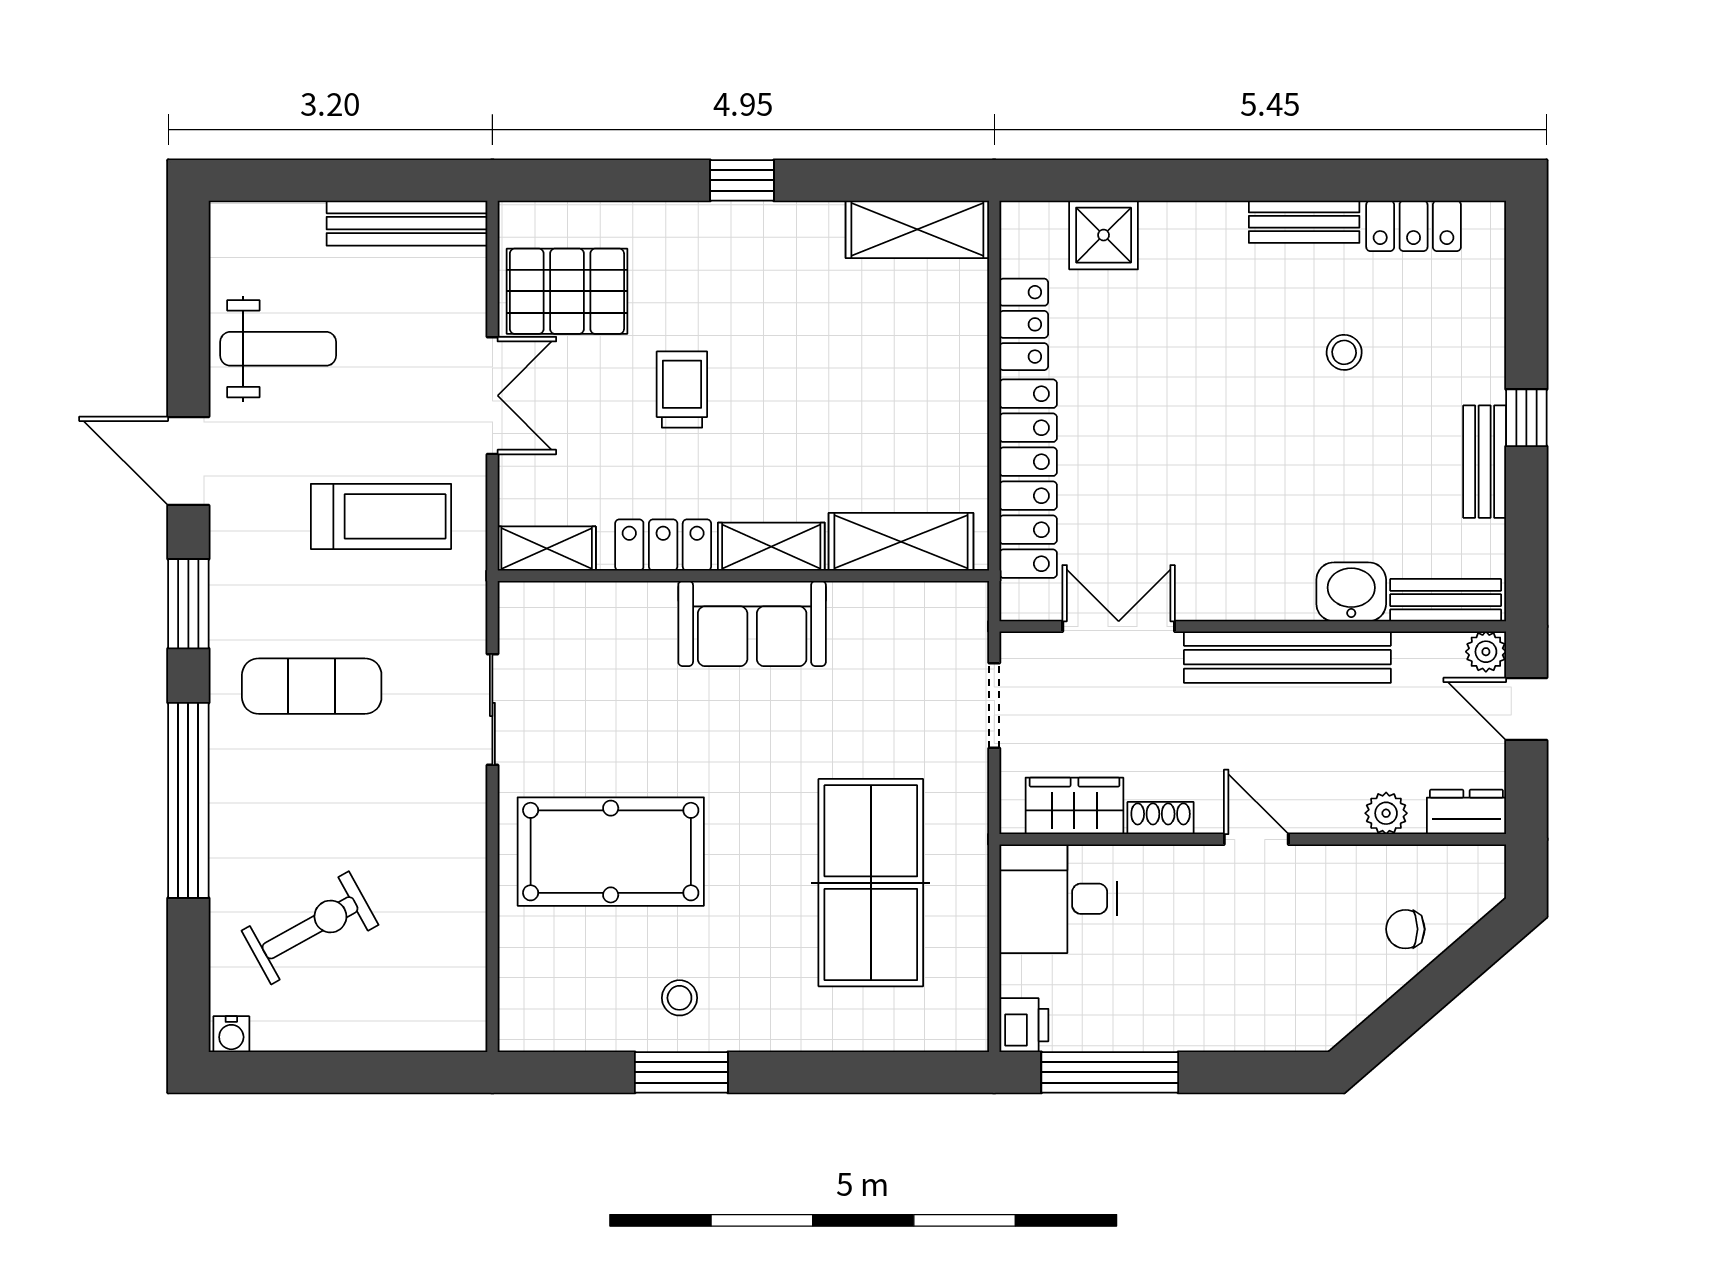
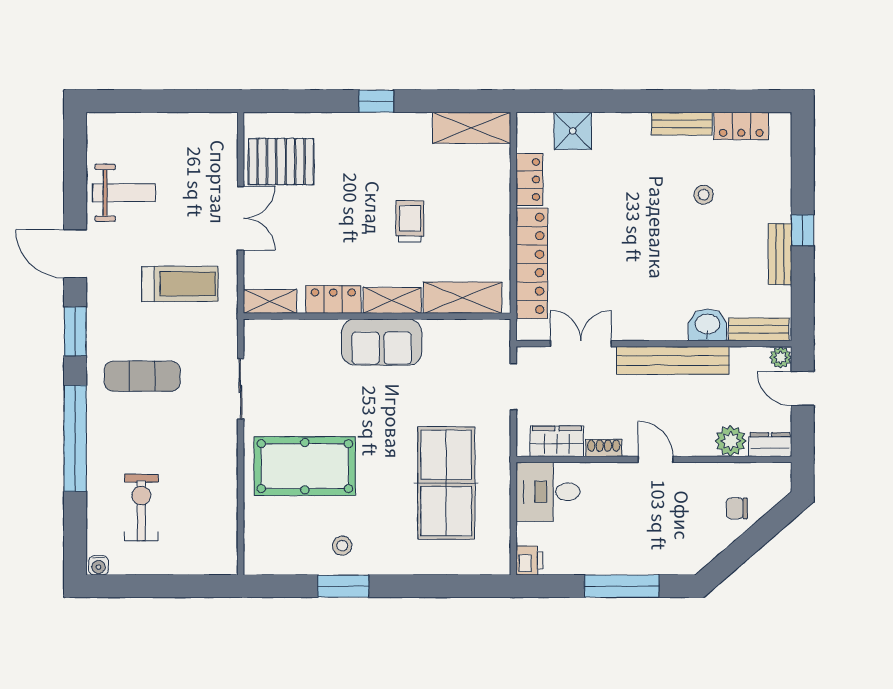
bench: (407, 223) -> (194, 124), removed
trolley: (682, 390) -> (410, 221), moved
plant: (1386, 813) -> (731, 441), width x1.38, depth x1.38
exercise bike: (310, 928) -> (141, 508), turned -61
window: (1110, 1072) -> (622, 586), moved

